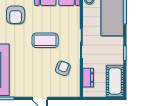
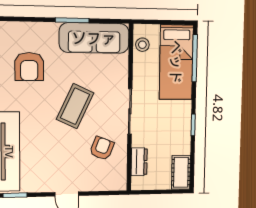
coffee table: (45, 40) -> (75, 106), turned -65
cot: (115, 81) -> (181, 172), width x0.73, depth x0.75

